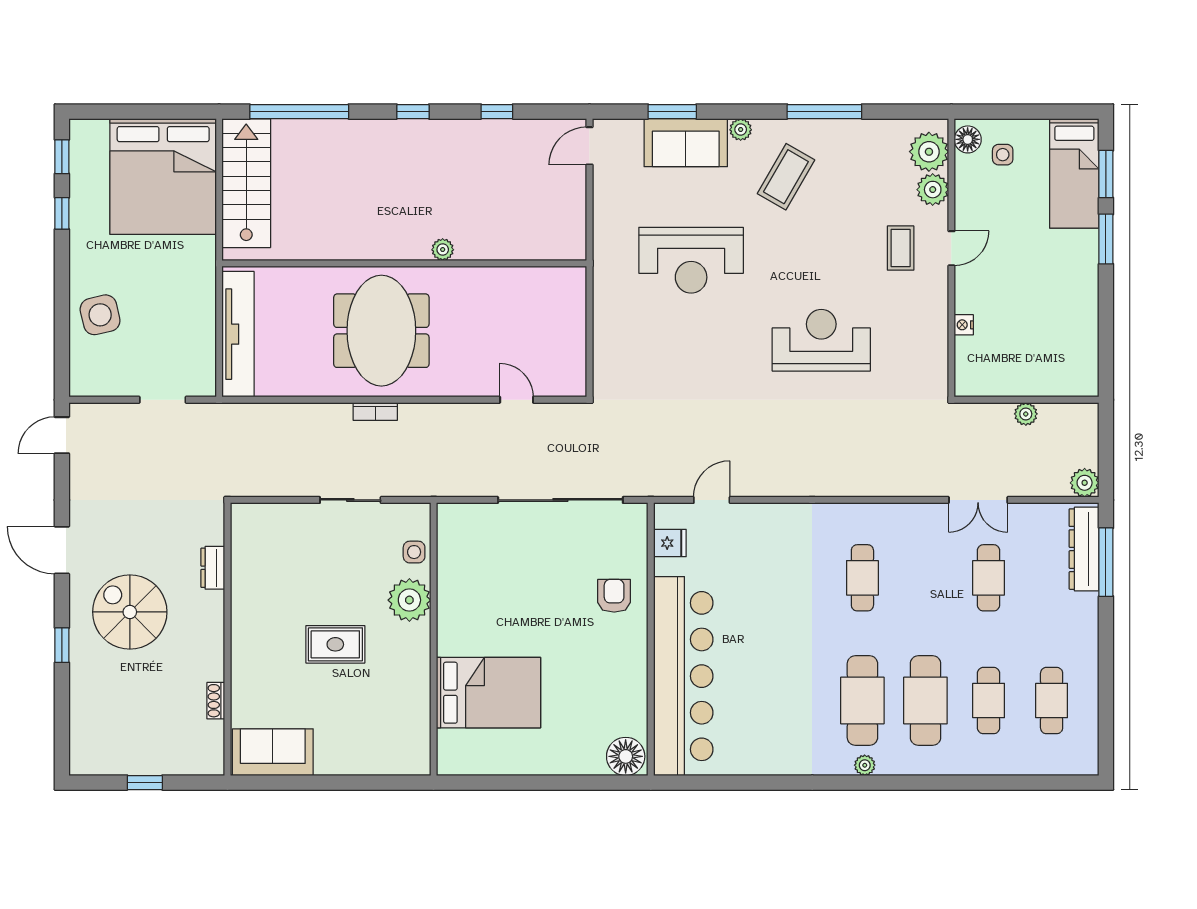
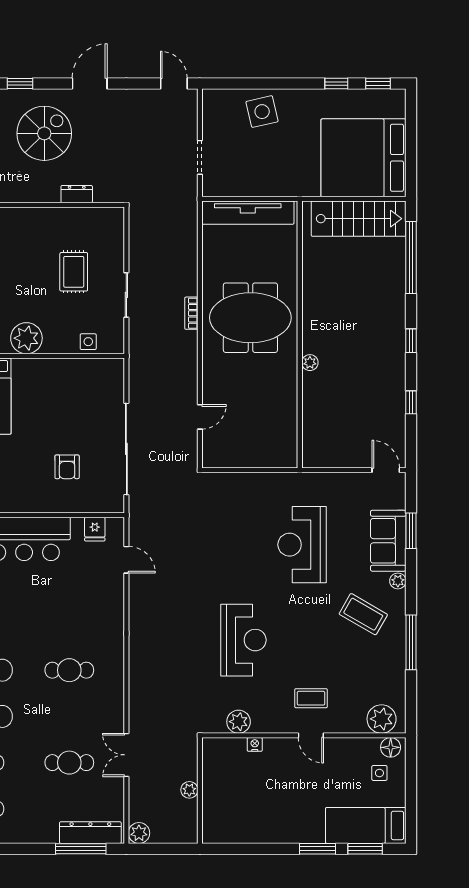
plant: (933, 190) -> (239, 722), moved
armchair: (614, 596) -> (67, 467), moved, turned 90
plant: (409, 600) -> (26, 338), moved
rug: (335, 644) -> (74, 272), moved

